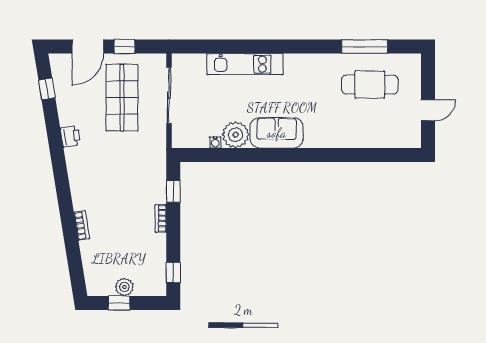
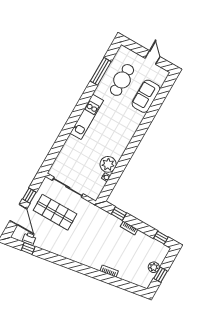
kitchen unit: (245, 64) -> (87, 117), moved
sofa: (277, 133) -> (146, 96), moved
printer: (70, 136) -> (29, 239), moved

